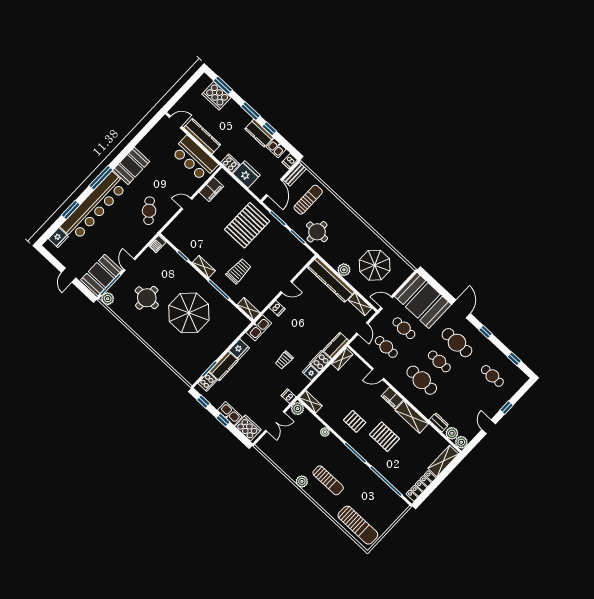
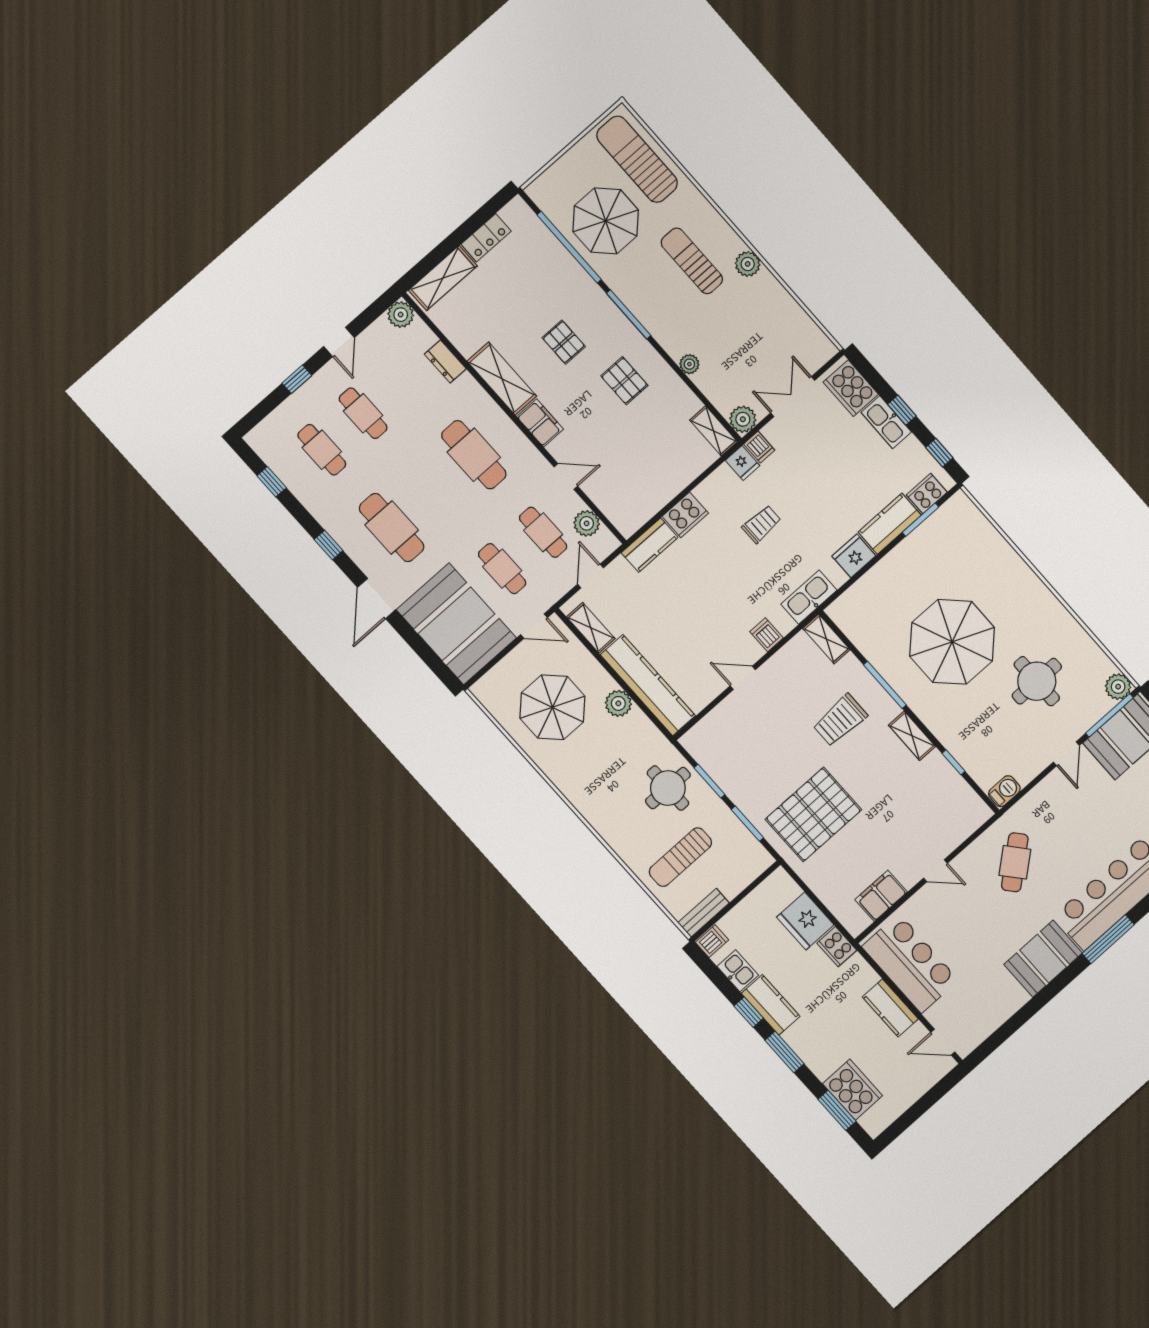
kitchen counter: (202, 136) -> (890, 1008), width x0.67
door: (274, 188) -> (750, 888), removed
shelving: (342, 359) -> (639, 515), removed
cafe table: (439, 361) -> (363, 413), moved
fridge: (310, 372) -> (743, 463), moved
plant: (452, 433) -> (587, 523), moved
pallet: (385, 437) -> (564, 342), width x0.67, depth x0.71
locker: (421, 486) -> (486, 238), width x0.66
parasol: (370, 495) -> (606, 221), added

